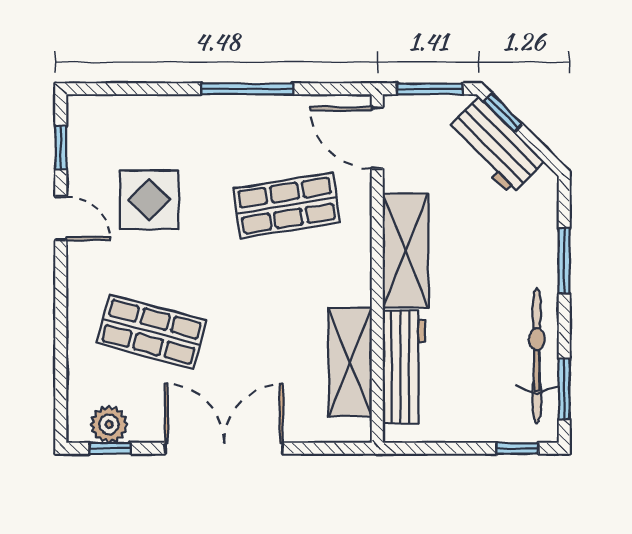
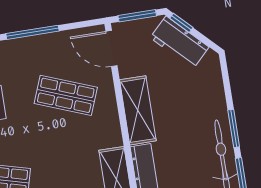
shop shelf: (287, 205) -> (66, 95), turned 30
window: (564, 261) -> (234, 128), moved

